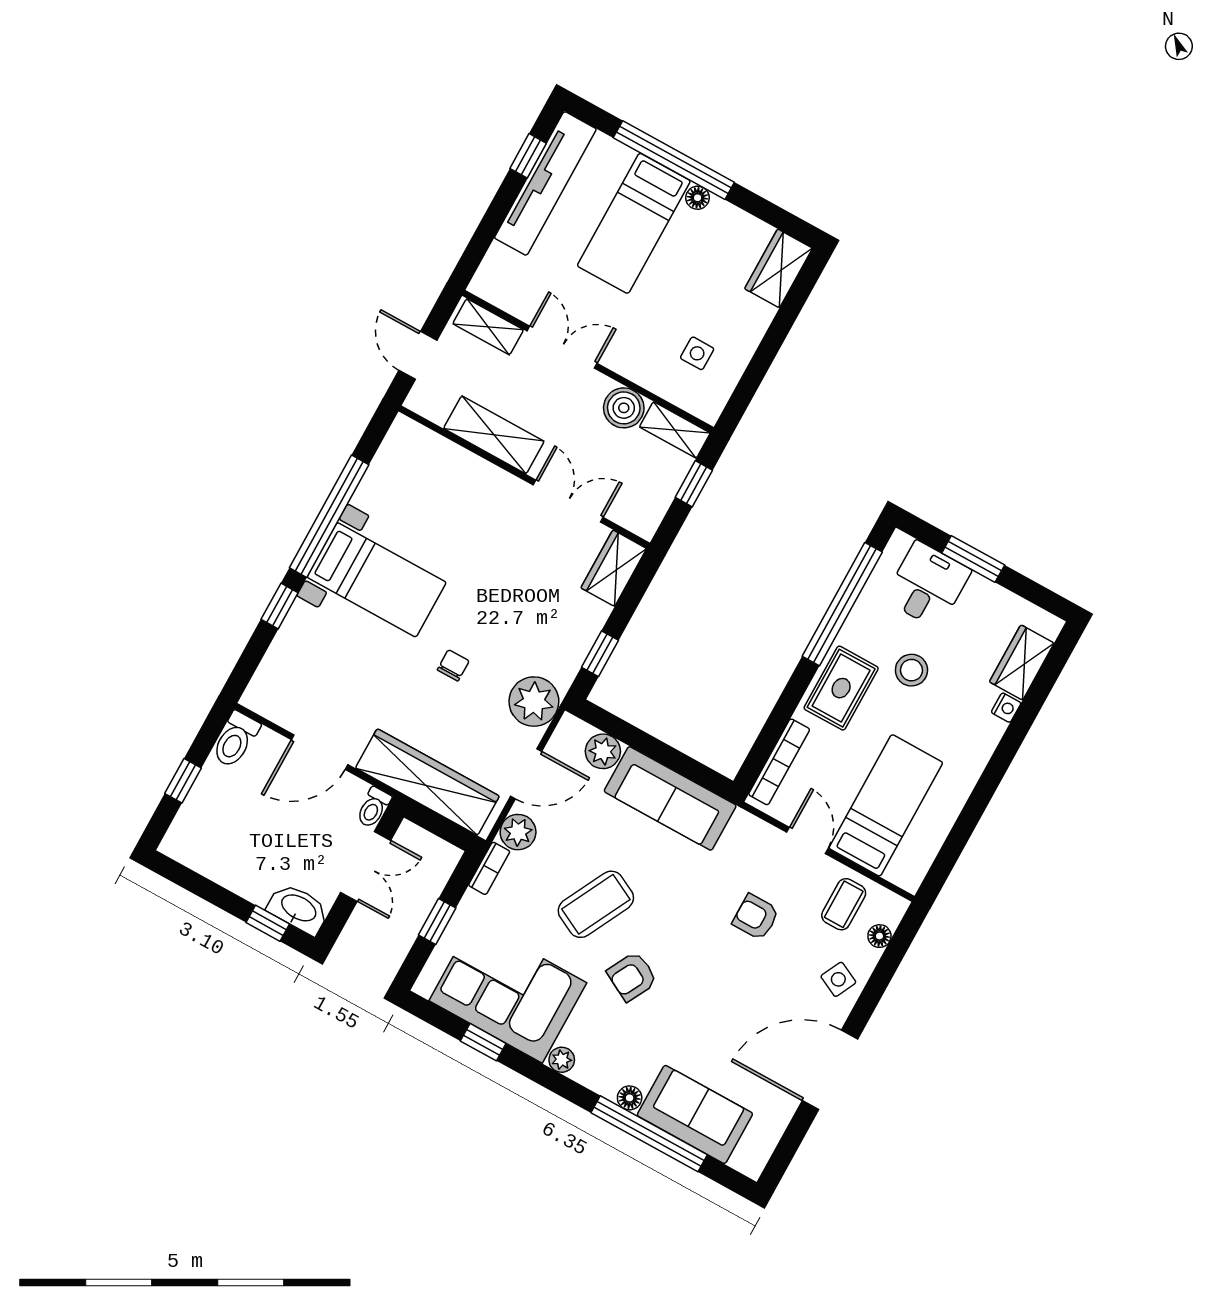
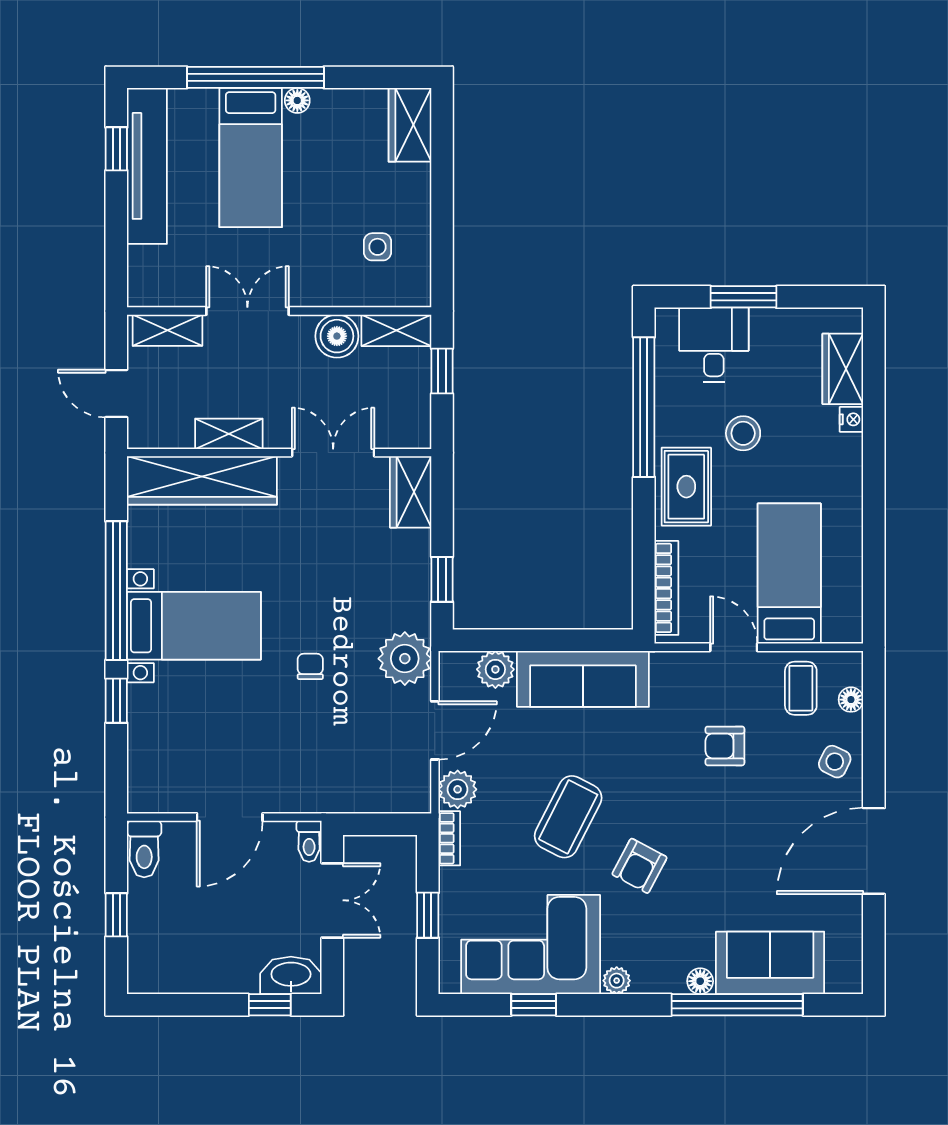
shelving: (494, 435) -> (229, 434), width x0.67, depth x0.75
wardrobe: (427, 782) -> (202, 480), moved, turned 180

